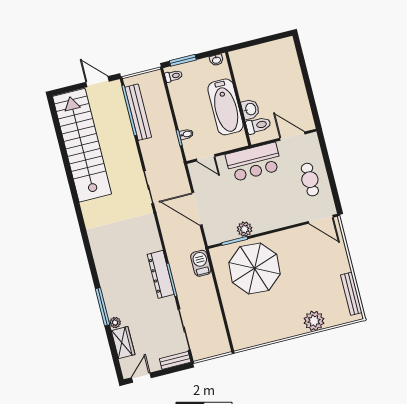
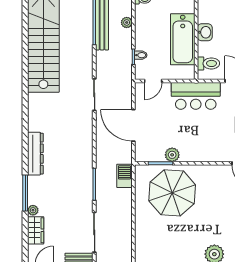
plant: (163, 104) -> (127, 22), added
washbasin: (250, 109) -> (205, 32), moved
door: (206, 158) -> (153, 81), hinge flipped
dresser: (161, 274) -> (35, 154), moved, turned 180

